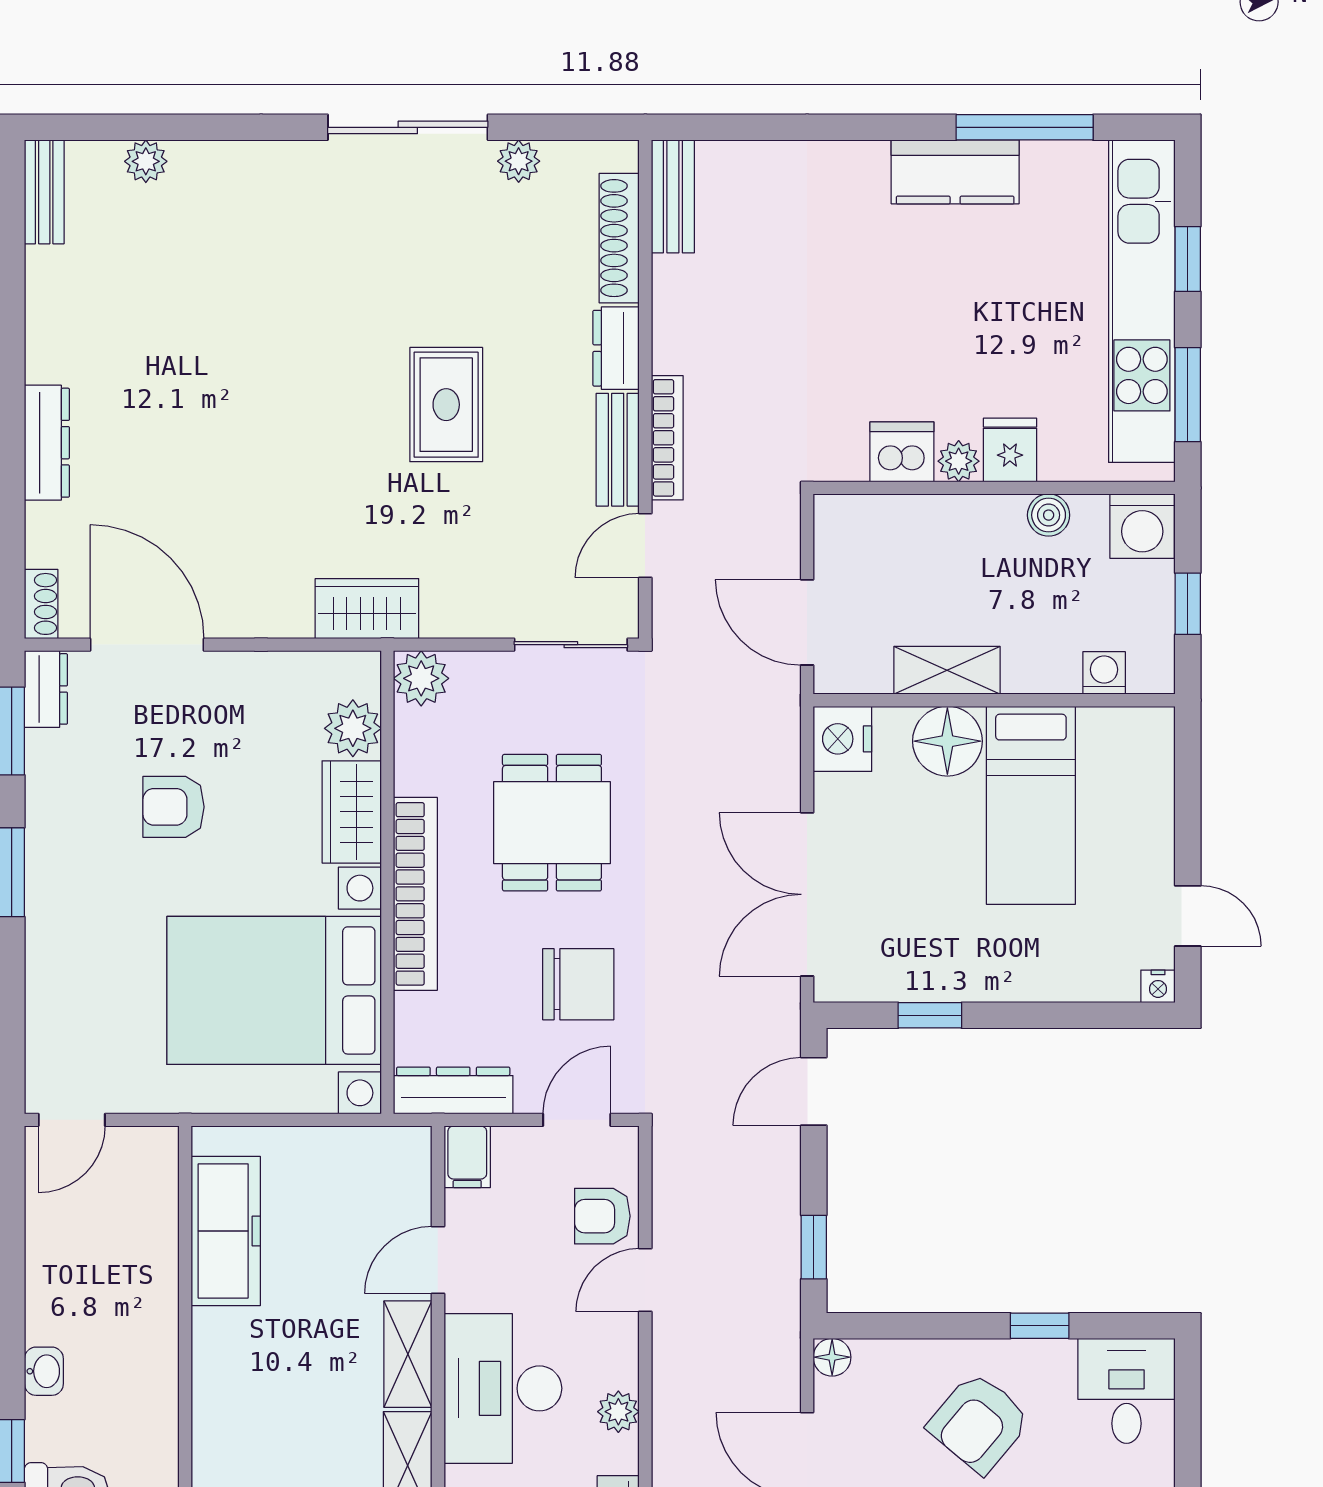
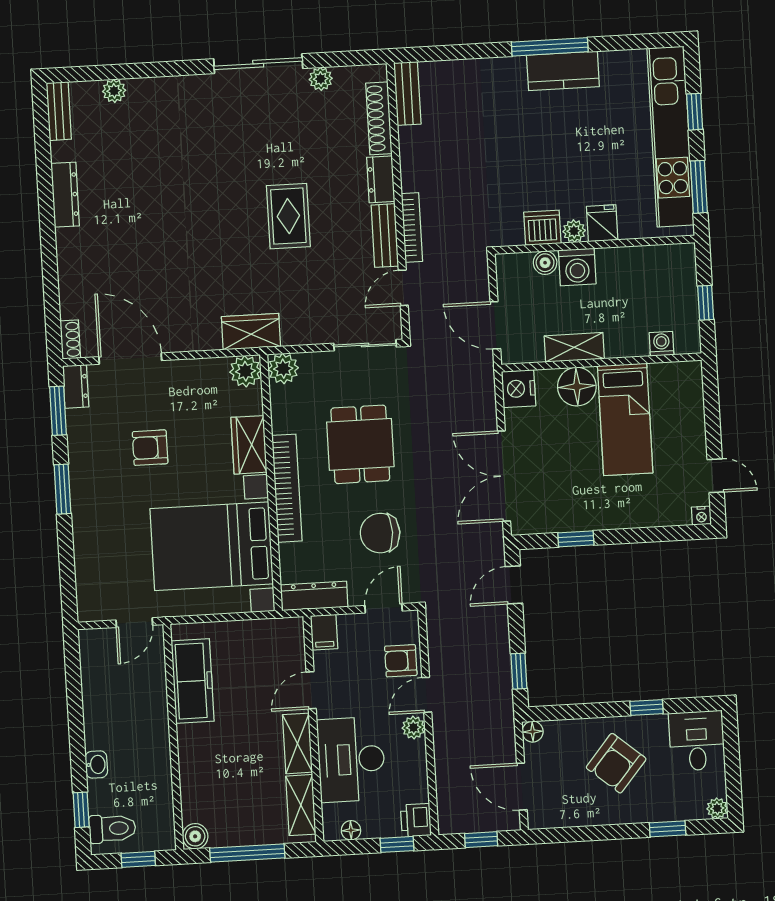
window: (1025, 127) -> (550, 47), moved
dresser: (47, 443) -> (65, 195), moved
boiler: (1049, 515) -> (545, 263), moved
washing machine: (1142, 526) -> (577, 267), moved
plant: (353, 728) -> (245, 371), moved
chair: (578, 984) -> (380, 533), turned 180
door: (72, 1120) -> (134, 623), moved
plant: (618, 1412) -> (414, 728), moved

